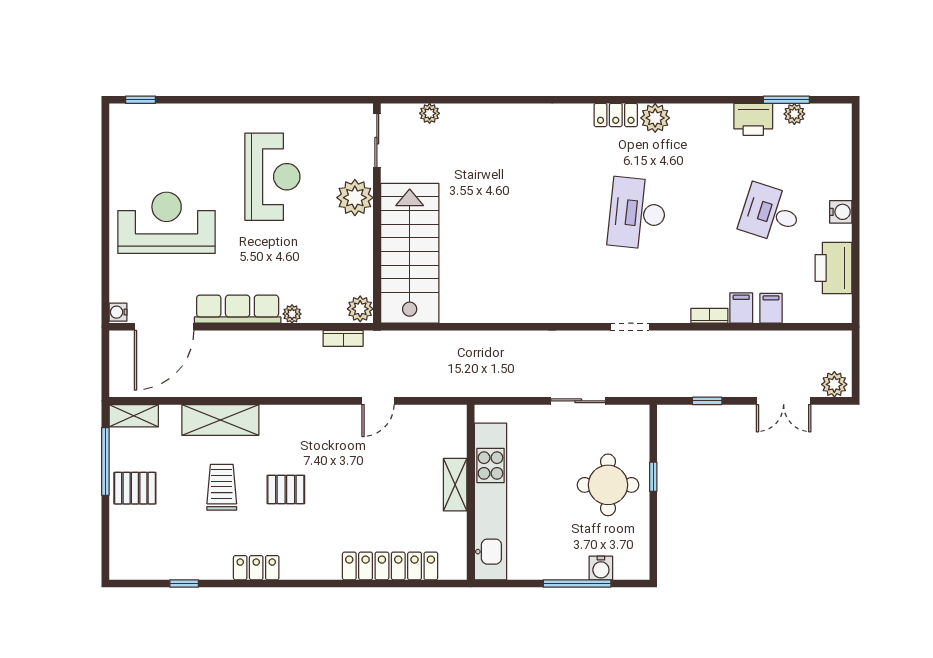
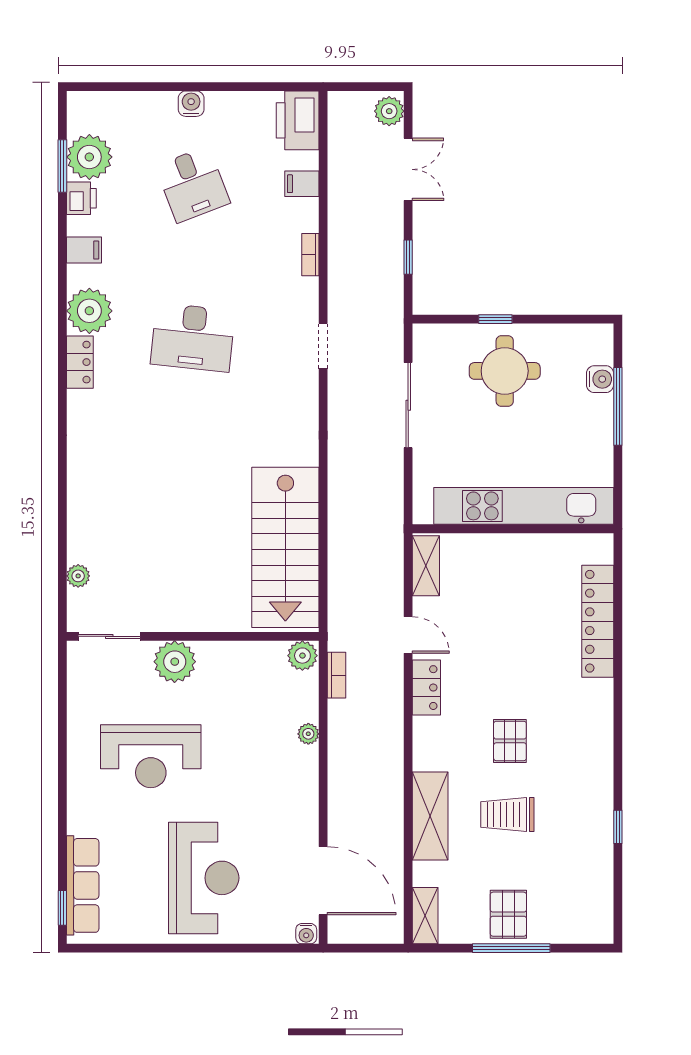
plant: (794, 114) -> (89, 157), width x1.88, depth x1.88
plant: (655, 118) -> (89, 311), width x1.36, depth x1.36
printer: (753, 119) -> (81, 198), width x0.73, depth x0.81
reception desk: (272, 177) -> (151, 756), turned 180
desk: (770, 213) -> (193, 184), turned -39
reception desk: (167, 223) -> (204, 878), turned 180
stairs: (410, 253) -> (285, 547), moved, turned -90
printer: (833, 268) -> (298, 120), moved, turned 90
filing cabinet: (741, 308) -> (84, 250), moved, turned 180
row of seats: (238, 309) -> (83, 885), moved, turned 180
sliding door: (578, 401) -> (408, 405), width x1.37
window: (105, 461) -> (511, 948), moved
shelving: (455, 485) -> (426, 566), moved, turned 90
locker: (256, 568) -> (426, 688), moved, turned 180
window: (184, 583) -> (618, 827), moved

